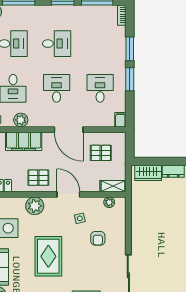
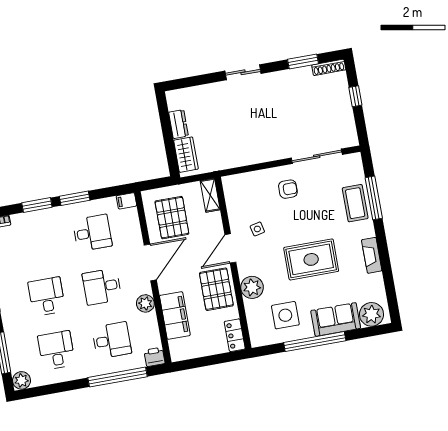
desk: (100, 88) -> (92, 233), turned 180
plant: (21, 120) -> (145, 303), moved
pallet: (101, 153) -> (172, 218), width x1.50, depth x1.42
pallet: (38, 178) -> (216, 289), width x1.50, depth x1.42
plant: (109, 202) -> (231, 196), removed
armchair: (98, 238) -> (288, 189), moved

